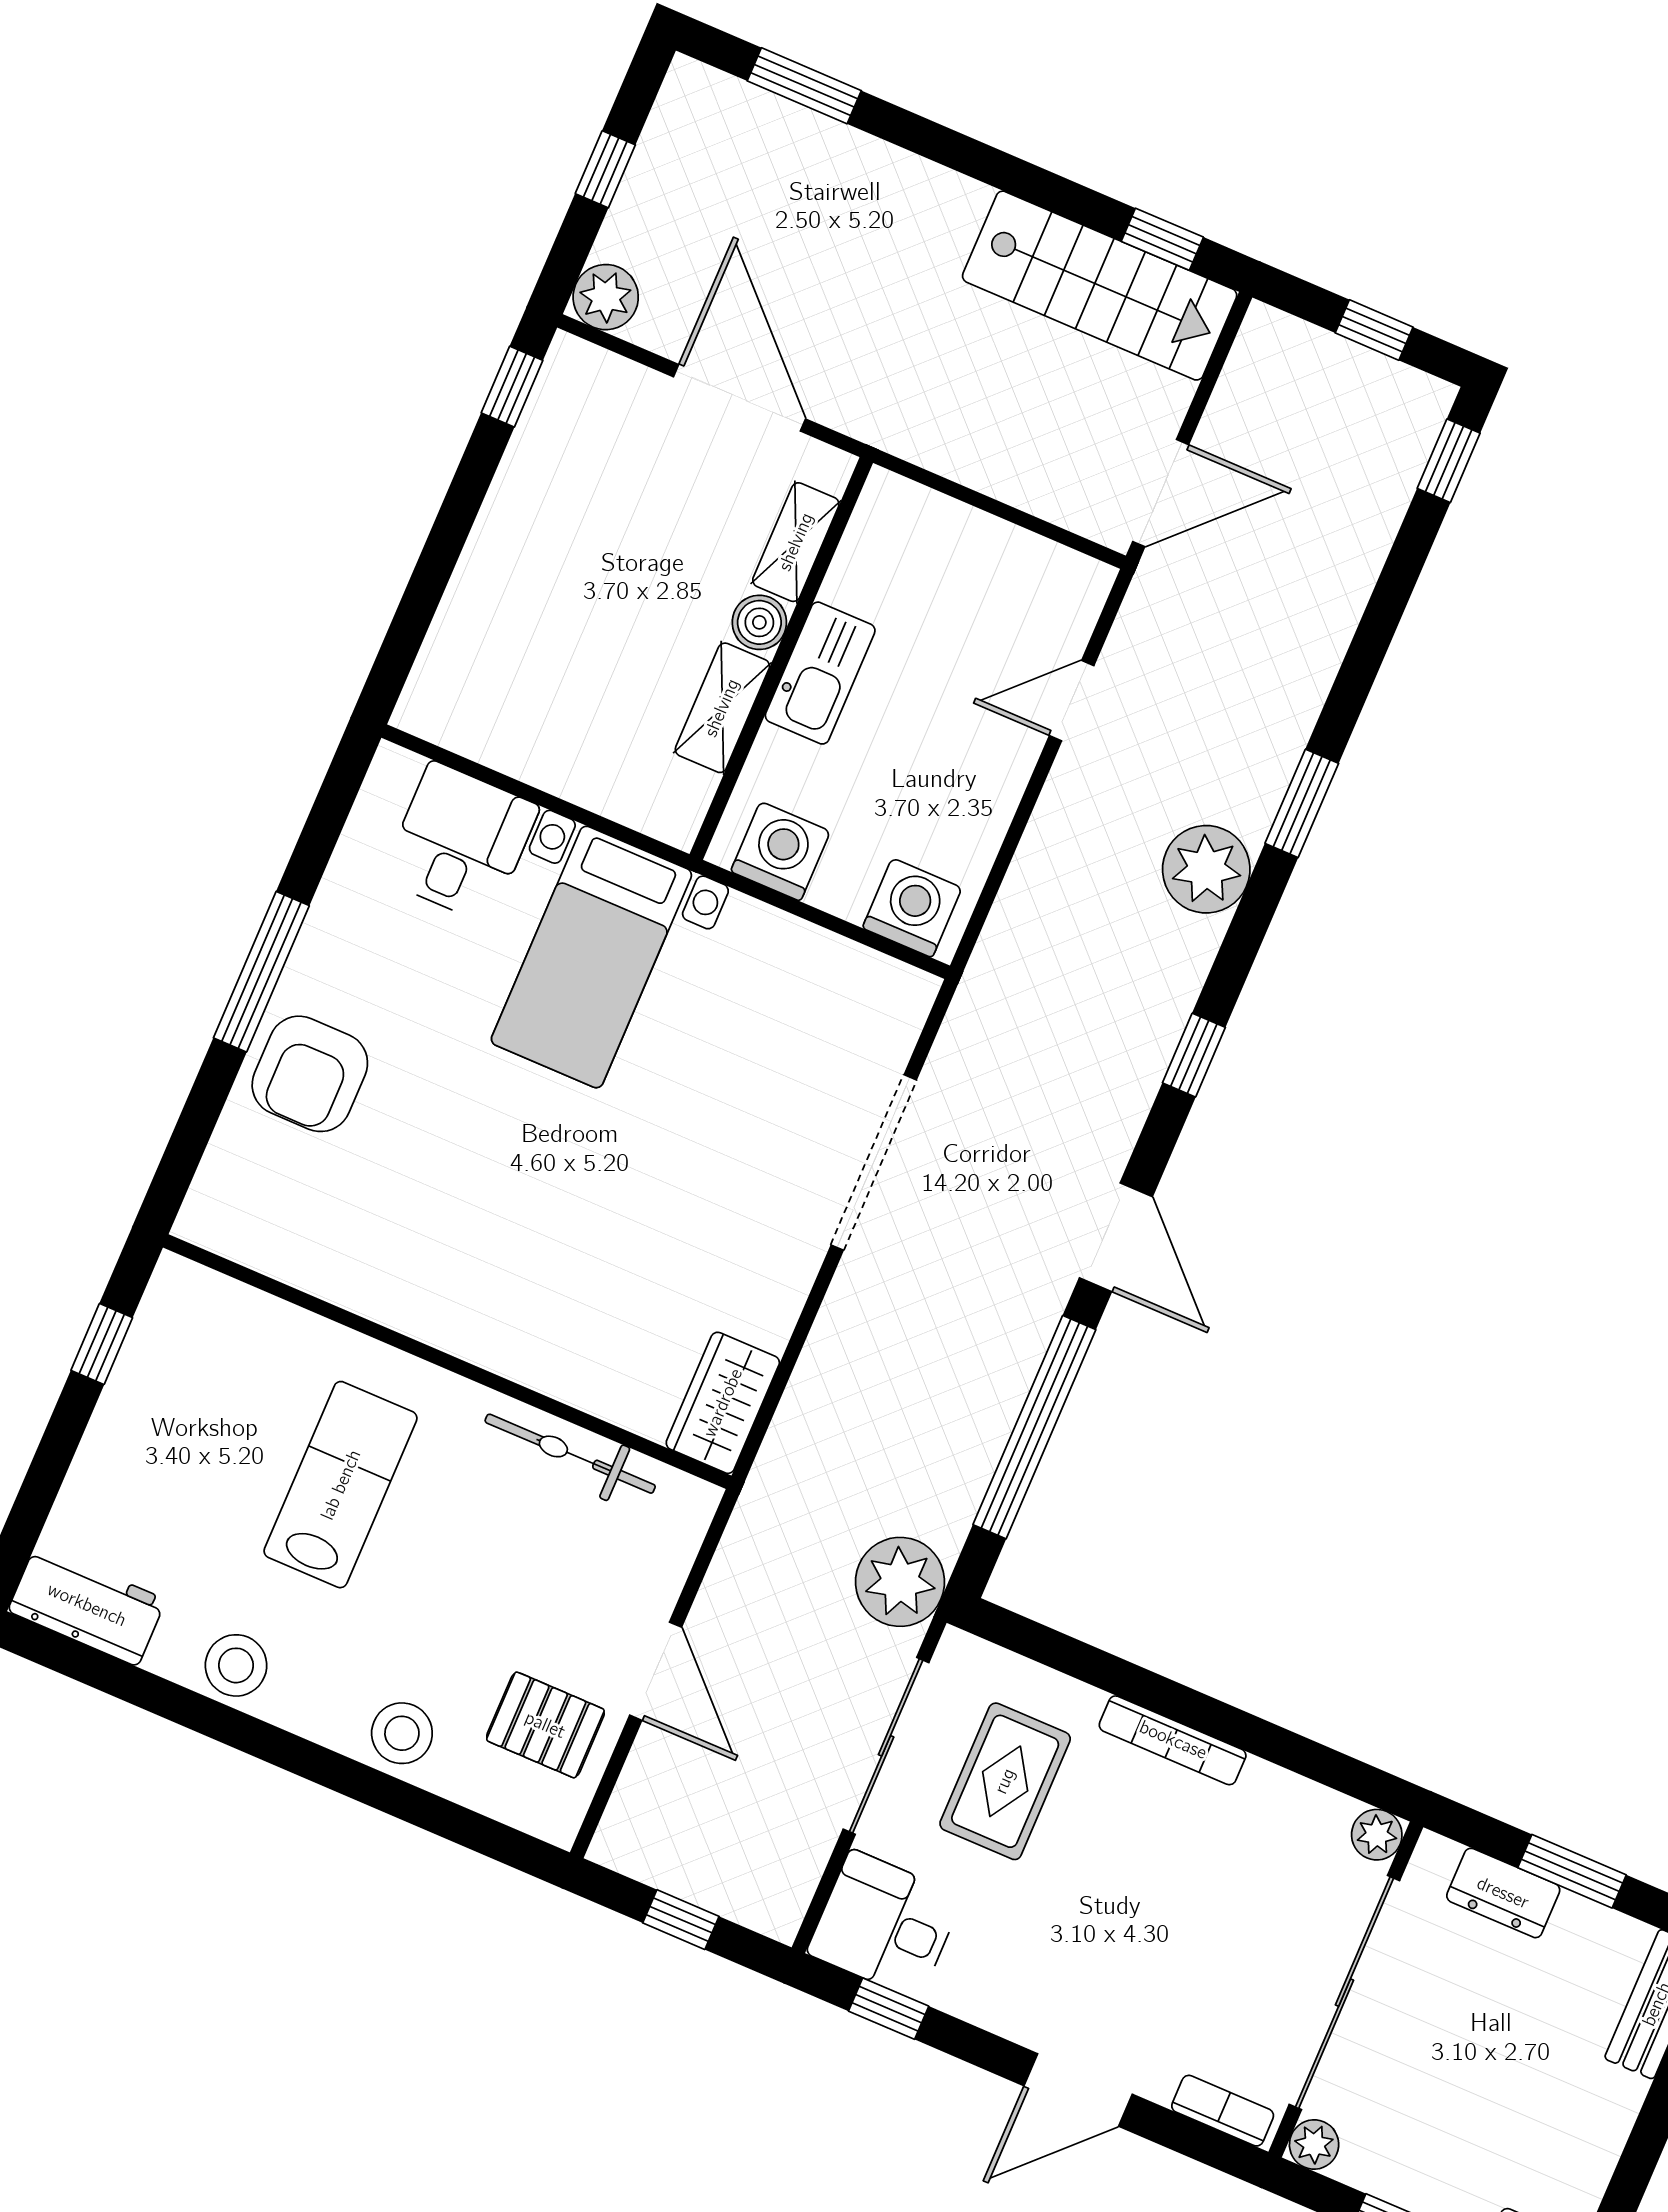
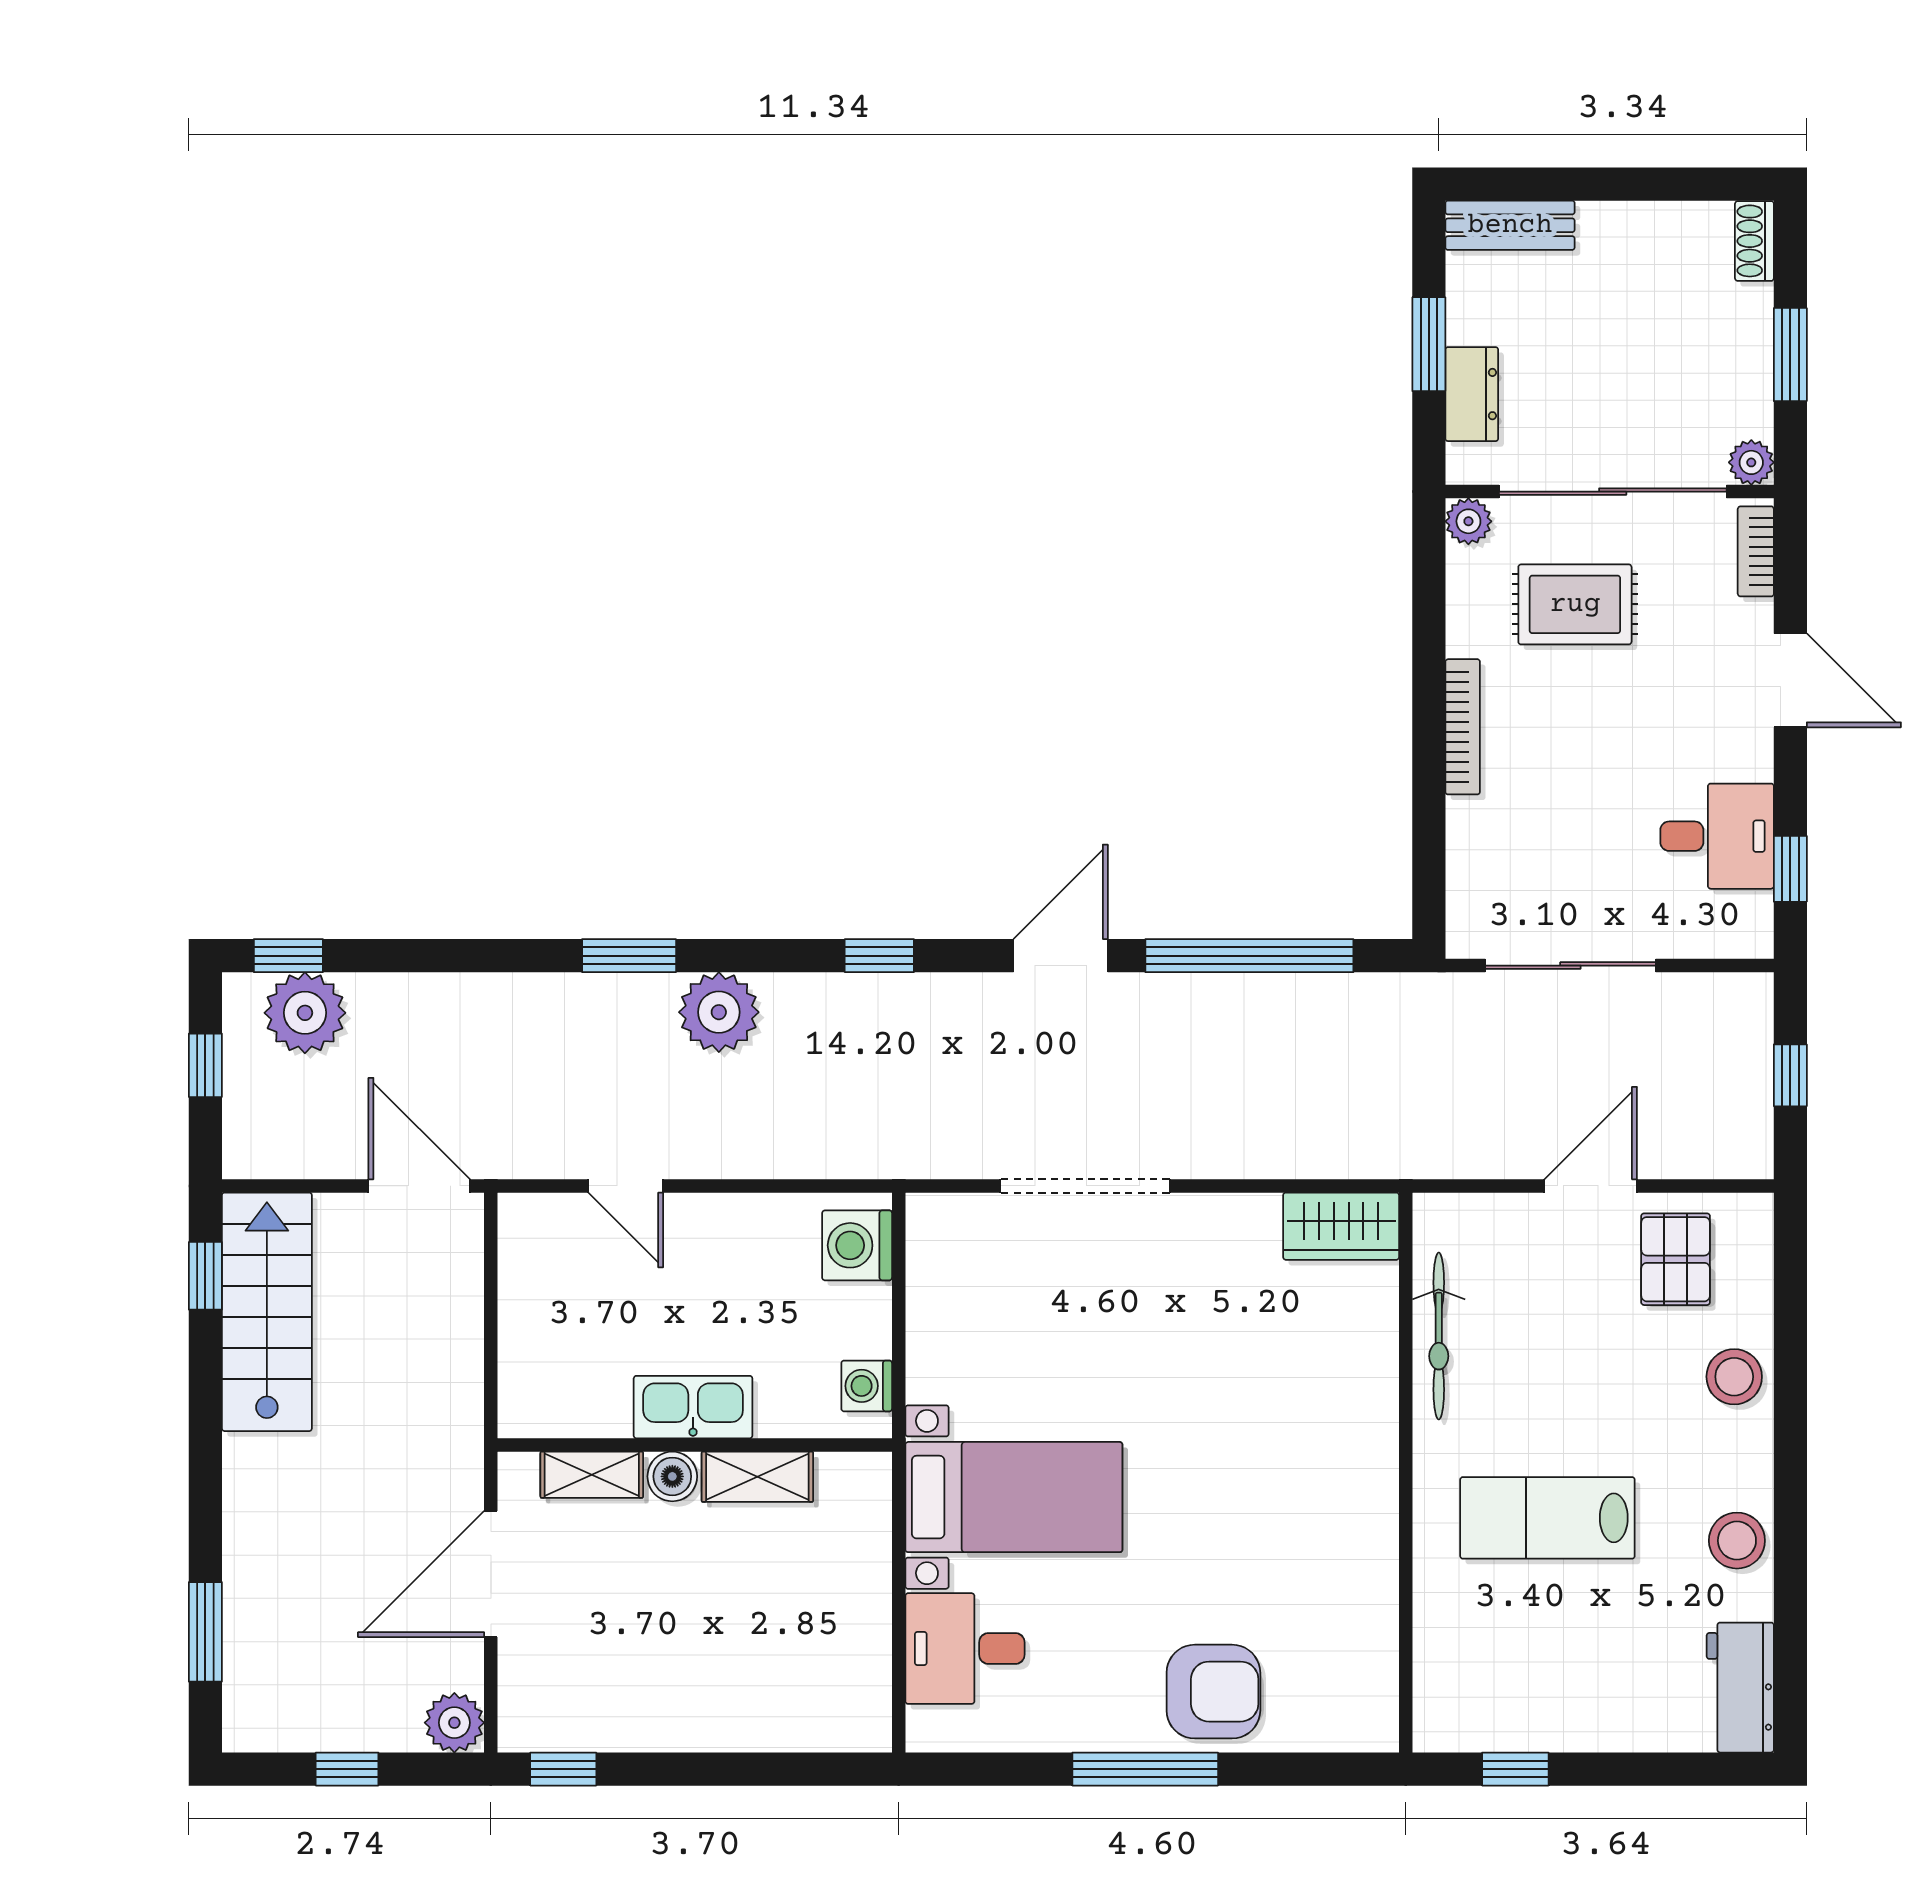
washing machine: (780, 851) -> (867, 1386), width x0.73, depth x0.73
plant: (900, 1582) -> (305, 1013), moved
rug: (1005, 1781) -> (1575, 604), moved
desk: (885, 1925) -> (1717, 836), moved, turned -90

